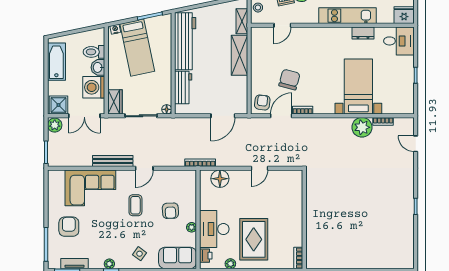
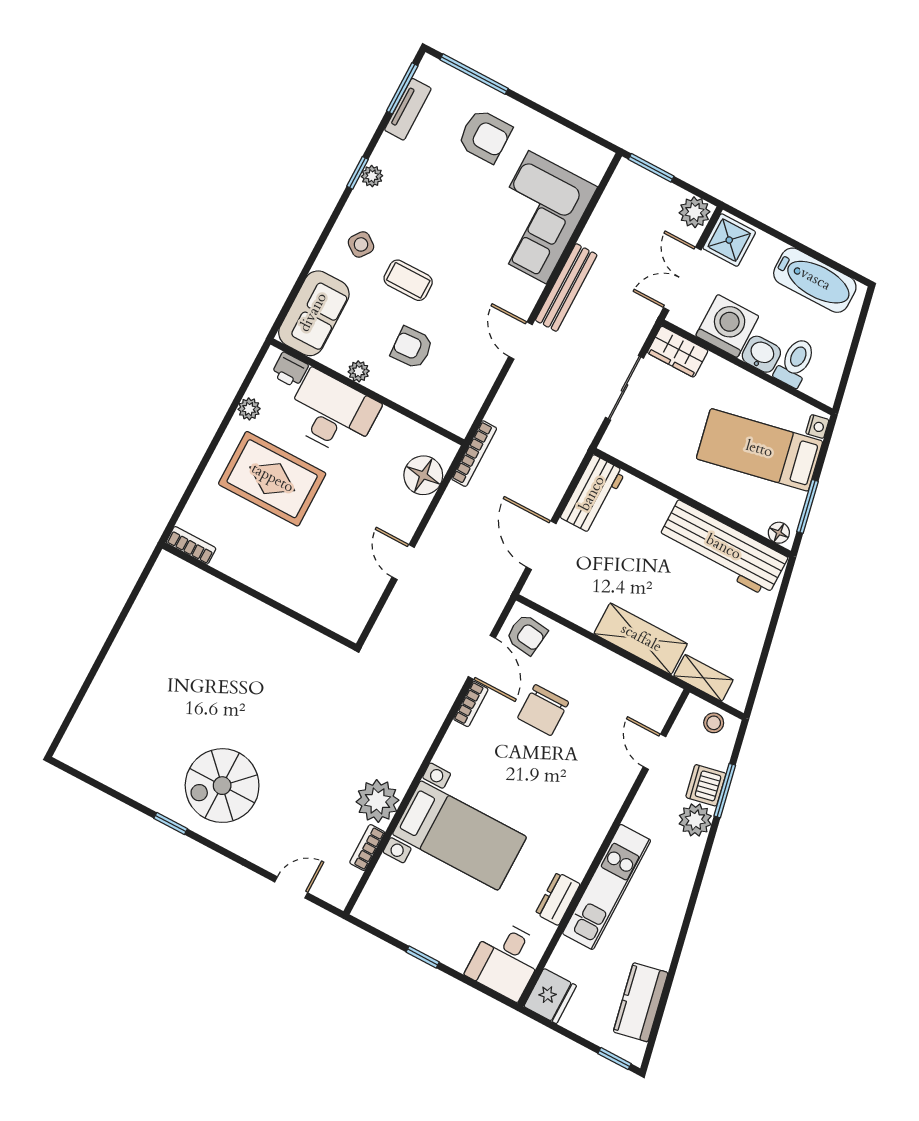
chair: (289, 80) -> (543, 710), turned 75
workbench: (183, 87) -> (593, 494), moved, turned -90
floor lamp: (167, 109) -> (779, 533), moved
spiral stairs: (389, 194) -> (222, 786), added
coffee table: (135, 205) -> (408, 280), moved

